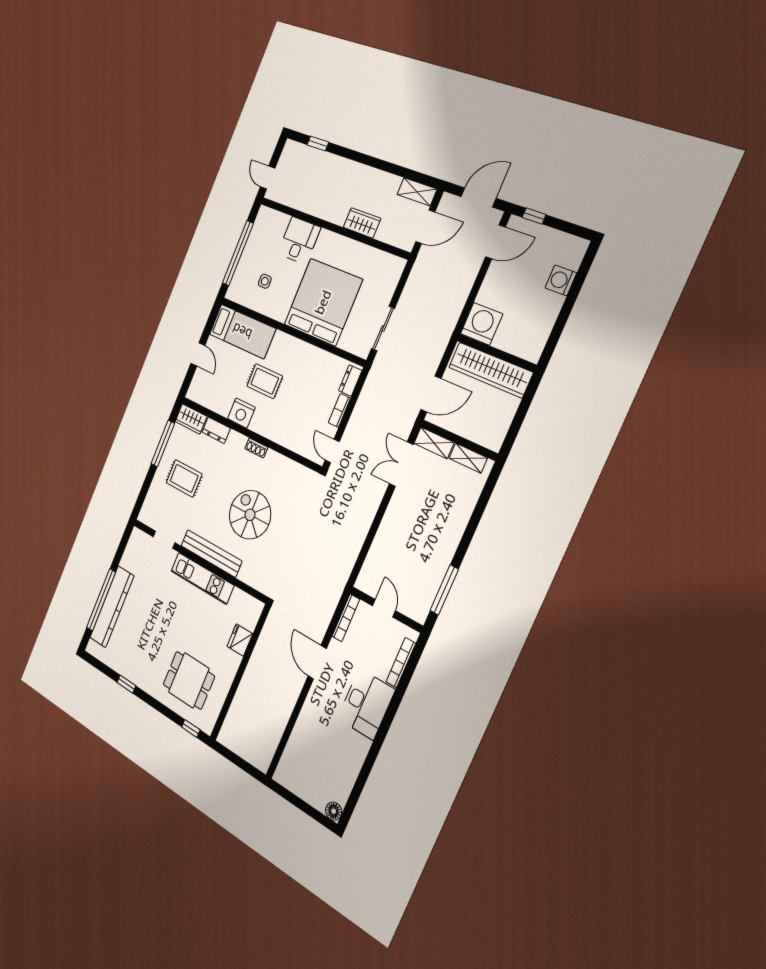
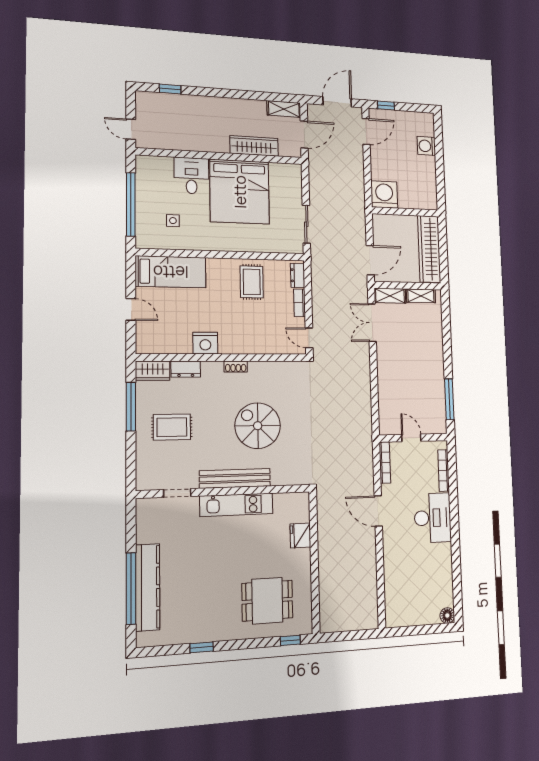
wardrobe: (362, 223) -> (254, 146), width x1.50
bed: (323, 302) -> (240, 192), moved, turned 180
wardrobe: (490, 370) -> (429, 249), moved, turned 90
rug: (265, 381) -> (252, 282), moved, turned 90

